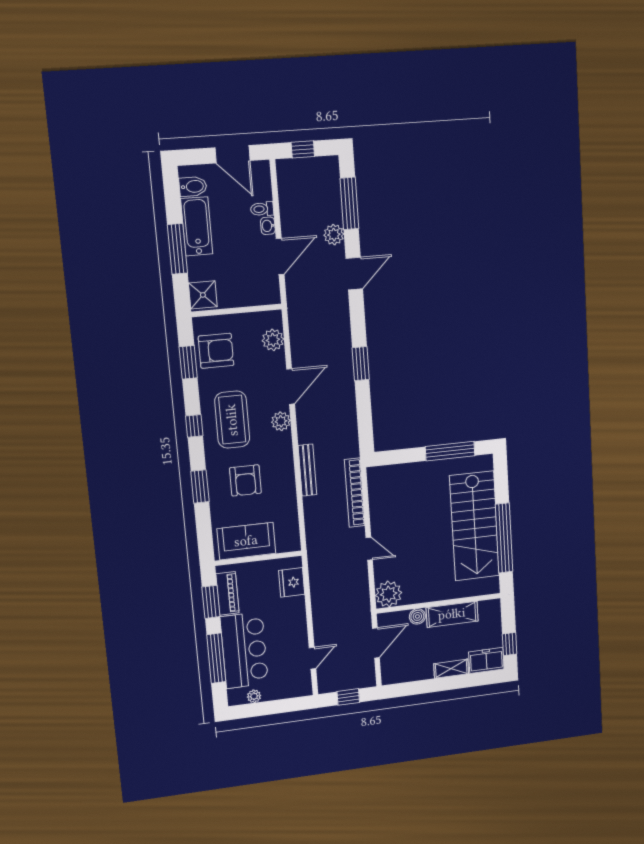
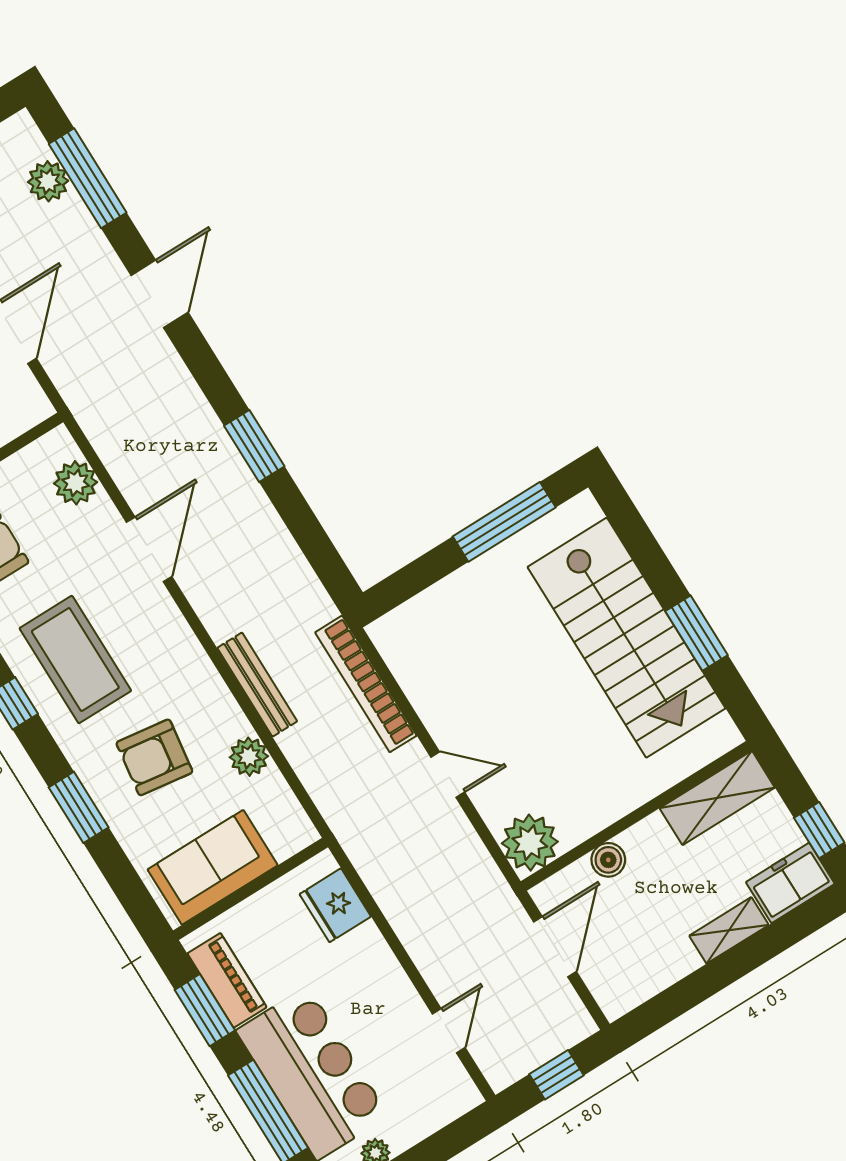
plant: (334, 235) -> (48, 181), moved
plant: (281, 421) -> (249, 757), moved
armchair: (245, 480) -> (154, 757), turned 98
window: (504, 538) -> (697, 633), width x0.47
shelving: (452, 614) -> (717, 798), moved

